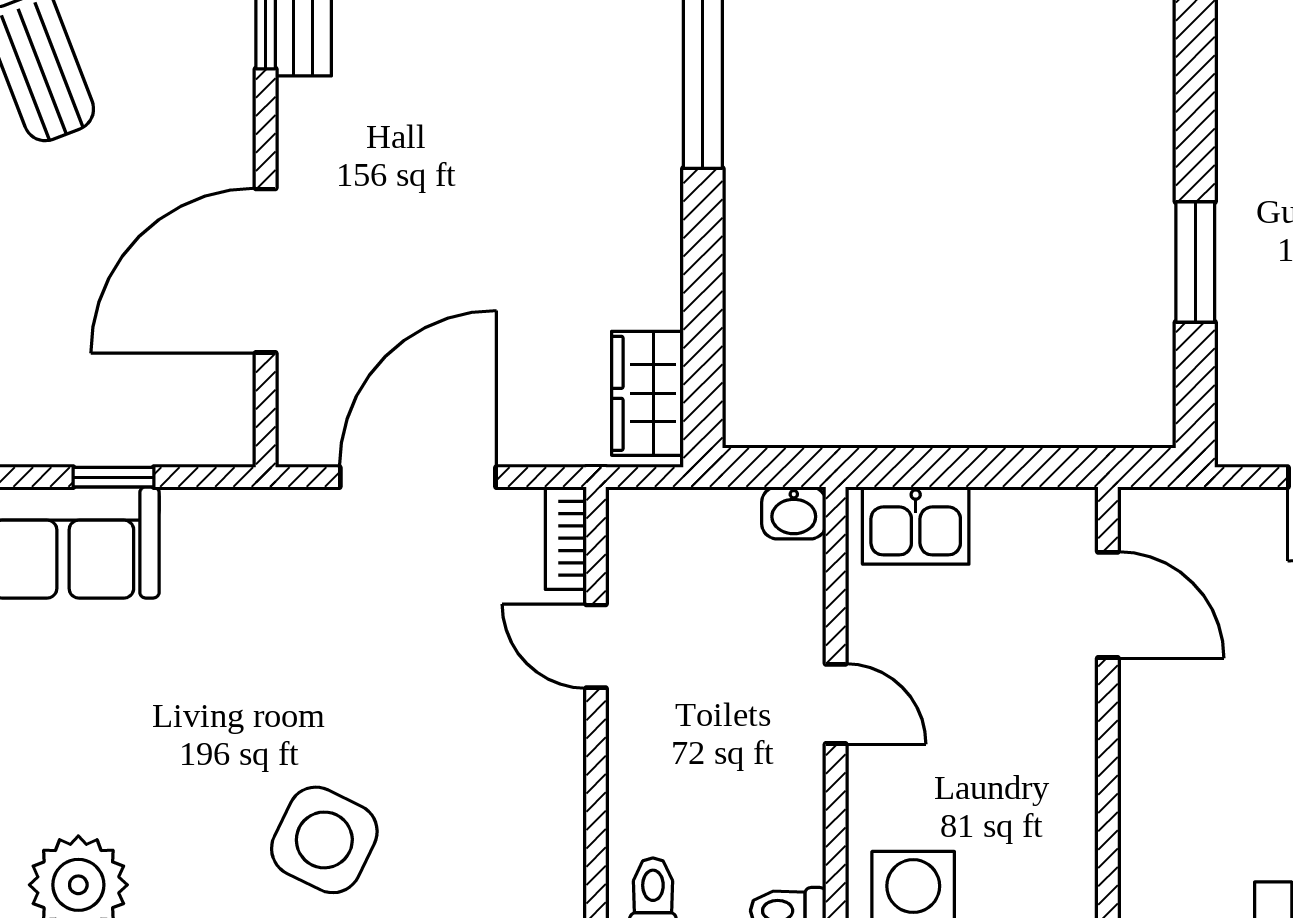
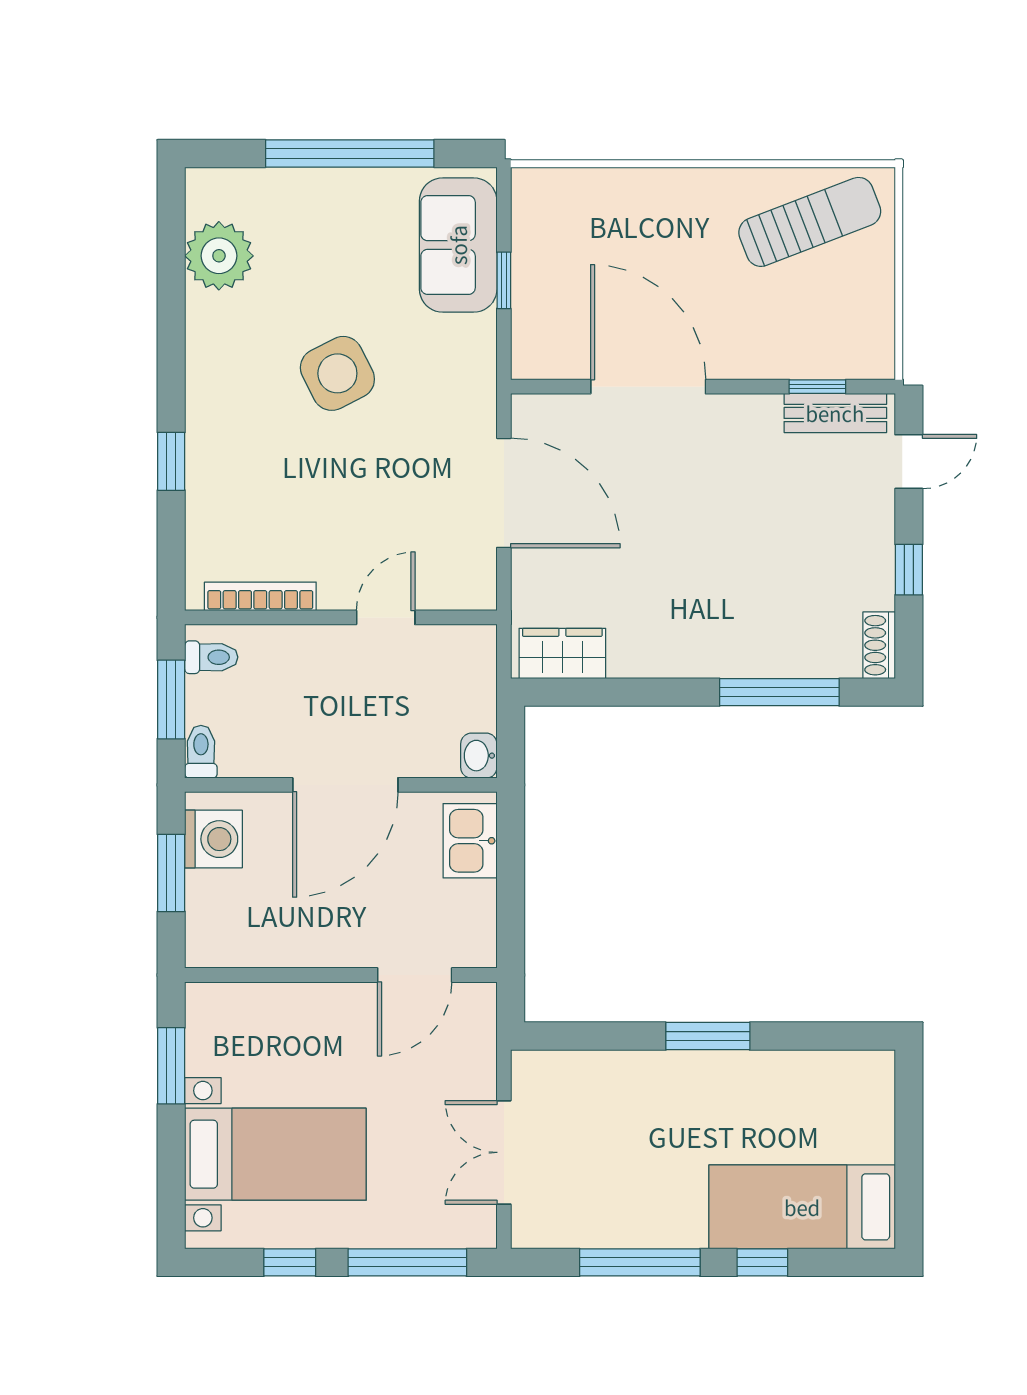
window: (1195, 262) -> (708, 1036), moved
bookcase: (566, 538) -> (260, 596), moved, width x1.56
door: (836, 704) -> (345, 785), width x1.88
side table: (324, 840) -> (337, 373), moved, turned 37

